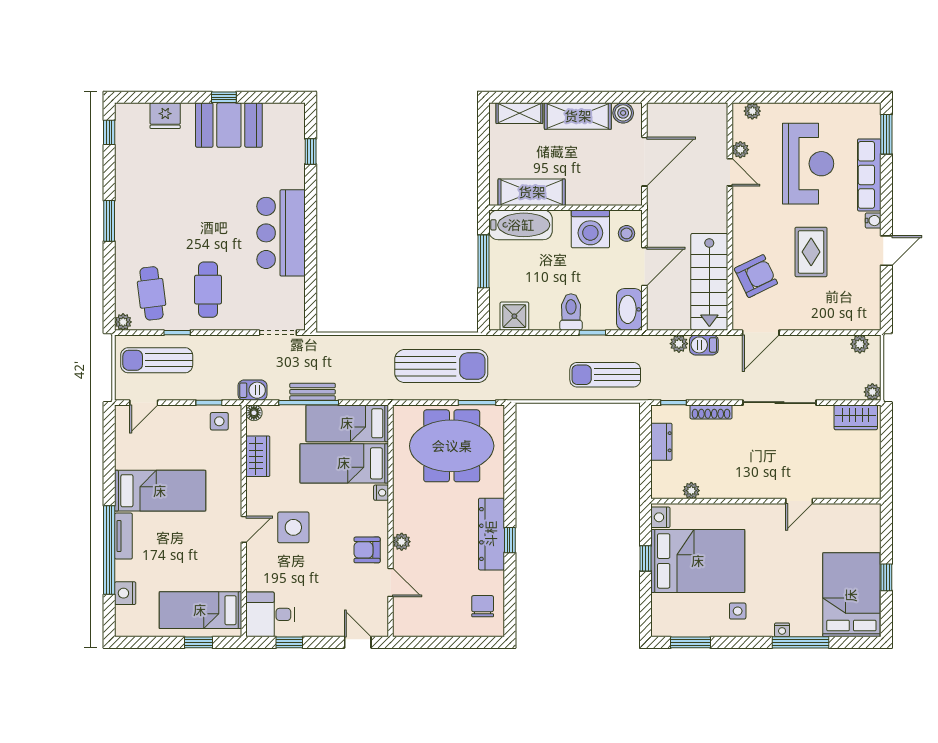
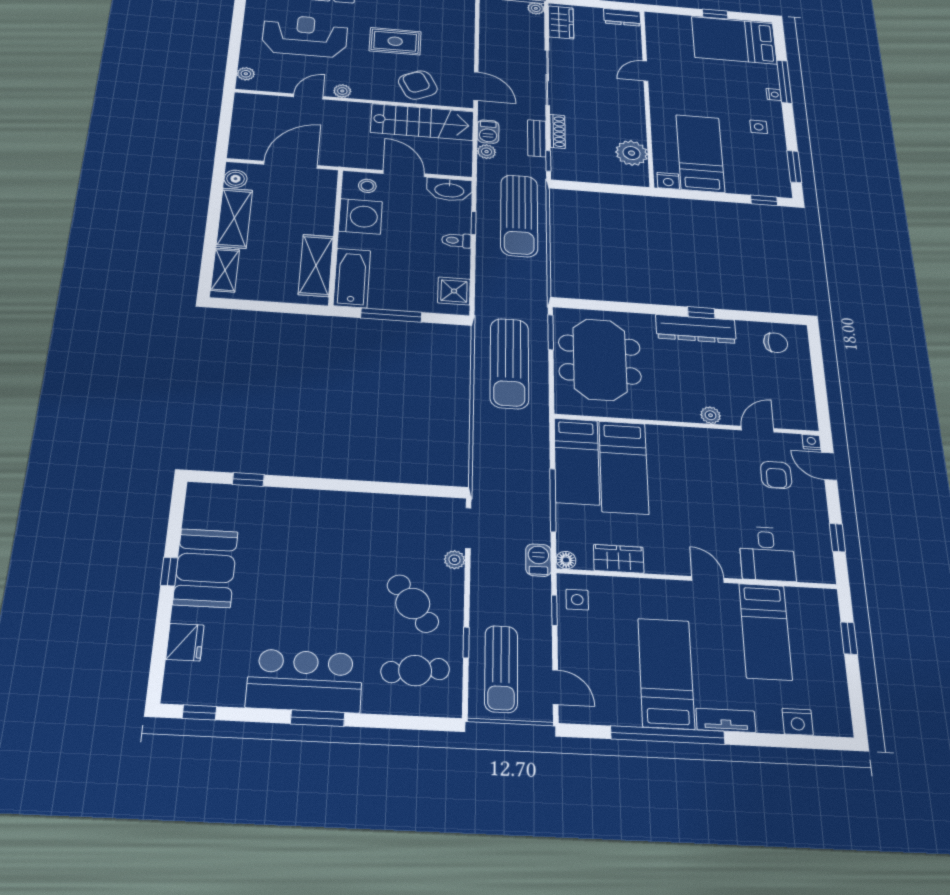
plant: (740, 150) -> (342, 91), moved
door: (644, 162) -> (291, 165), hinge flipped
bar counter: (281, 233) -> (305, 681), moved, turned 180
cafe table: (208, 290) -> (413, 603), turned 53
toilet: (571, 312) -> (456, 240), width x0.73, depth x0.72
plant: (123, 322) -> (454, 560), moved
plant: (860, 344) -> (489, 13), removed
sun lounger: (441, 366) -> (509, 363), turned 180
sun lounger: (605, 375) -> (519, 216), width x1.36, depth x1.34
bench: (313, 392) -> (537, 138), moved
dresser: (661, 442) -> (622, 17), moved, turned 180
plant: (691, 491) -> (632, 153), width x1.88, depth x1.88
nightstand: (381, 493) -> (811, 442), moved
door: (799, 501) -> (645, 71), swing flipped
side table: (293, 527) -> (702, 525), removed
window: (109, 550) -> (668, 735), moved
armchair: (367, 550) -> (776, 475), moved
window: (646, 558) -> (764, 200), moved
bed: (698, 561) -> (700, 153), width x0.67
chair: (483, 606) -> (776, 343), turned 180
bed: (200, 610) -> (765, 631), moved
desk: (270, 614) -> (767, 554), moved
door: (358, 642) -> (829, 466), hinge flipped

